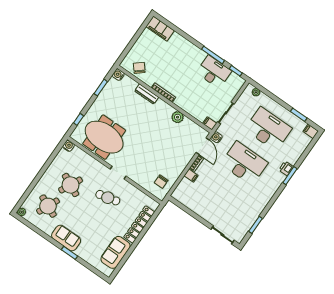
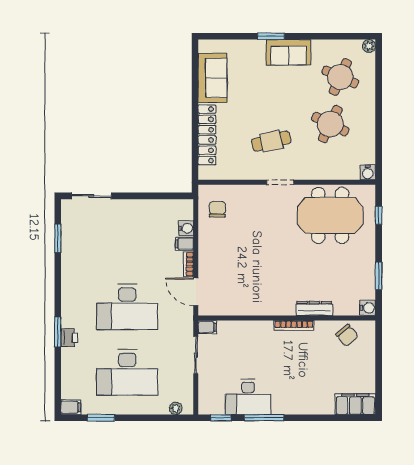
plant: (178, 117) -> (254, 306), removed
water cooler: (216, 137) -> (186, 228), moved

